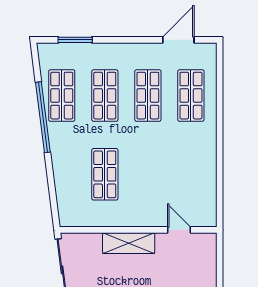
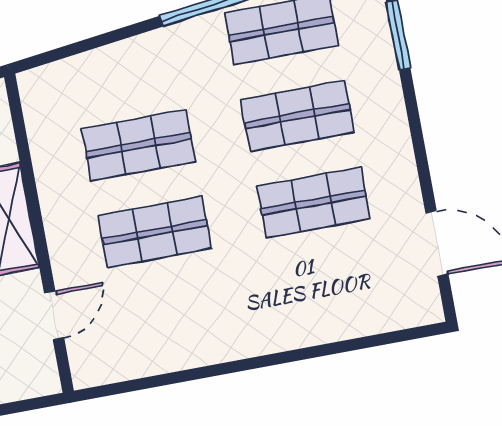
shop shelf: (191, 96) -> (155, 232), moved

